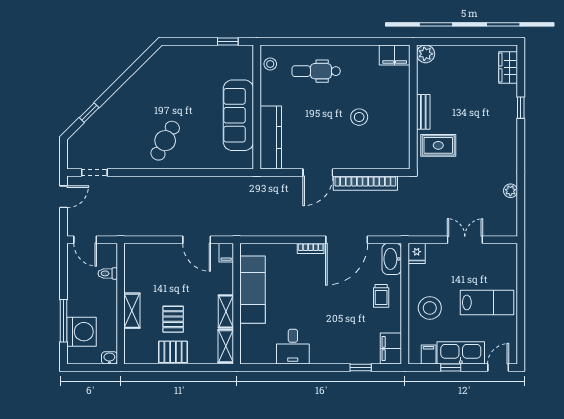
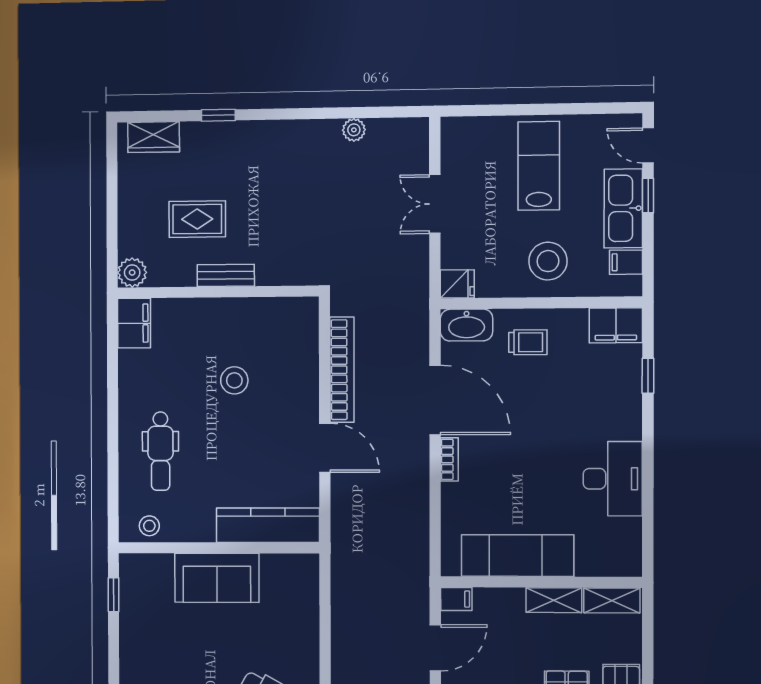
sofa: (238, 115) -> (217, 578), width x0.73
rug: (438, 145) -> (197, 219), moved, turned 90
desk: (293, 347) -> (613, 479), width x1.37
window: (451, 368) -> (648, 196), moved

